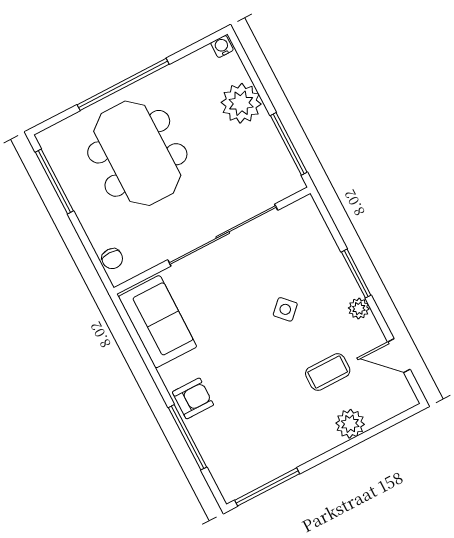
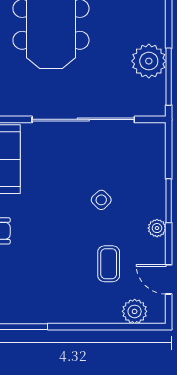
plant: (241, 103) -> (149, 61), moved
coffee table: (328, 372) -> (109, 264), turned 90
plant: (350, 424) -> (135, 311), moved

